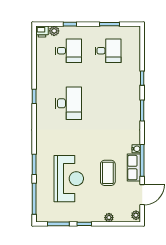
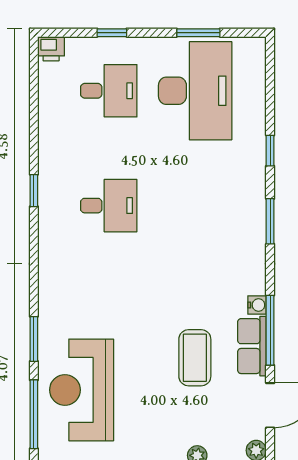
plant: (54, 31) -> (77, 47), removed
desk: (108, 51) -> (195, 91), width x1.87, depth x1.30
desk: (68, 103) -> (109, 206), width x0.73
reception desk: (69, 179) -> (82, 390), moved, turned 180

